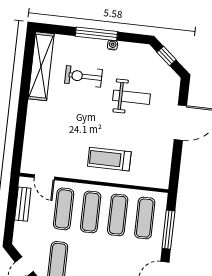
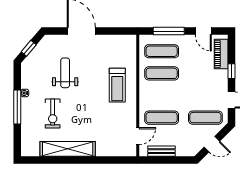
shelving: (41, 66) -> (68, 149), moved
exercise mat: (91, 212) -> (162, 95), removed

